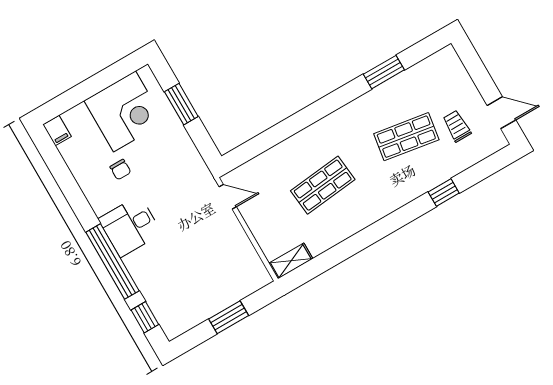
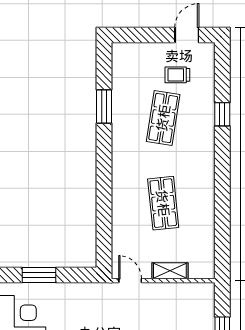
door: (228, 197) -> (130, 281), hinge flipped
shelving: (291, 261) -> (170, 271), moved, turned 90

